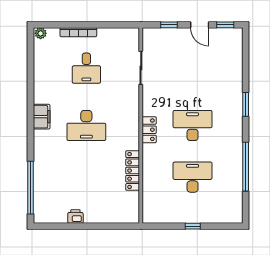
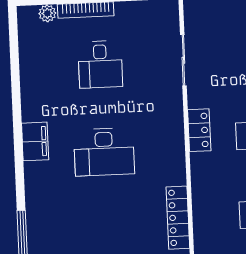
plant: (41, 33) -> (47, 13), moved
locker: (149, 130) -> (199, 130), moved

